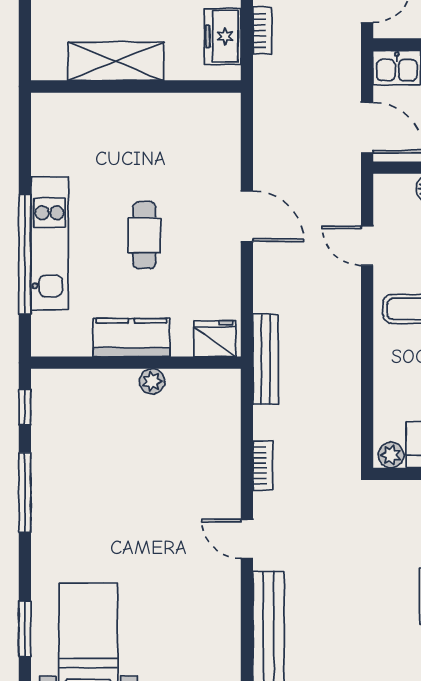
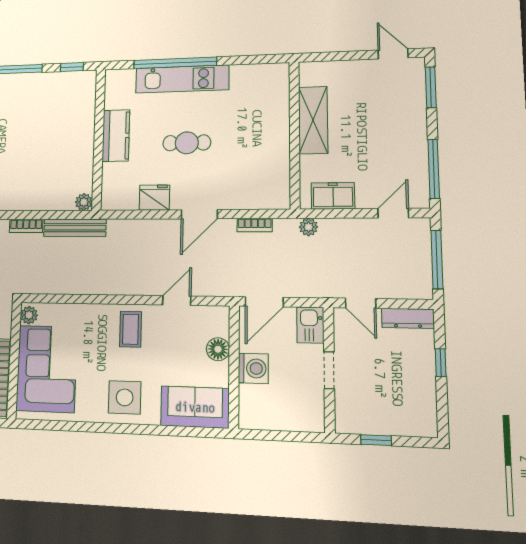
bookcase: (262, 31) -> (255, 225), moved
plant: (265, 69) -> (309, 227), added
fridge: (215, 339) -> (154, 198), moved, turned -90
bench: (266, 359) -> (75, 228), moved
plant: (152, 381) -> (84, 202), moved

